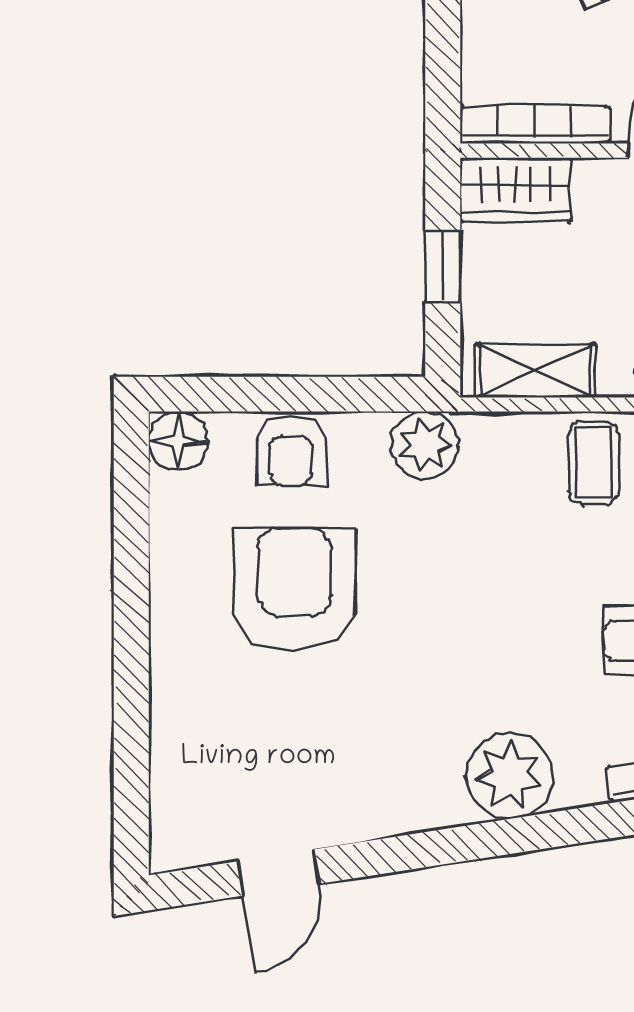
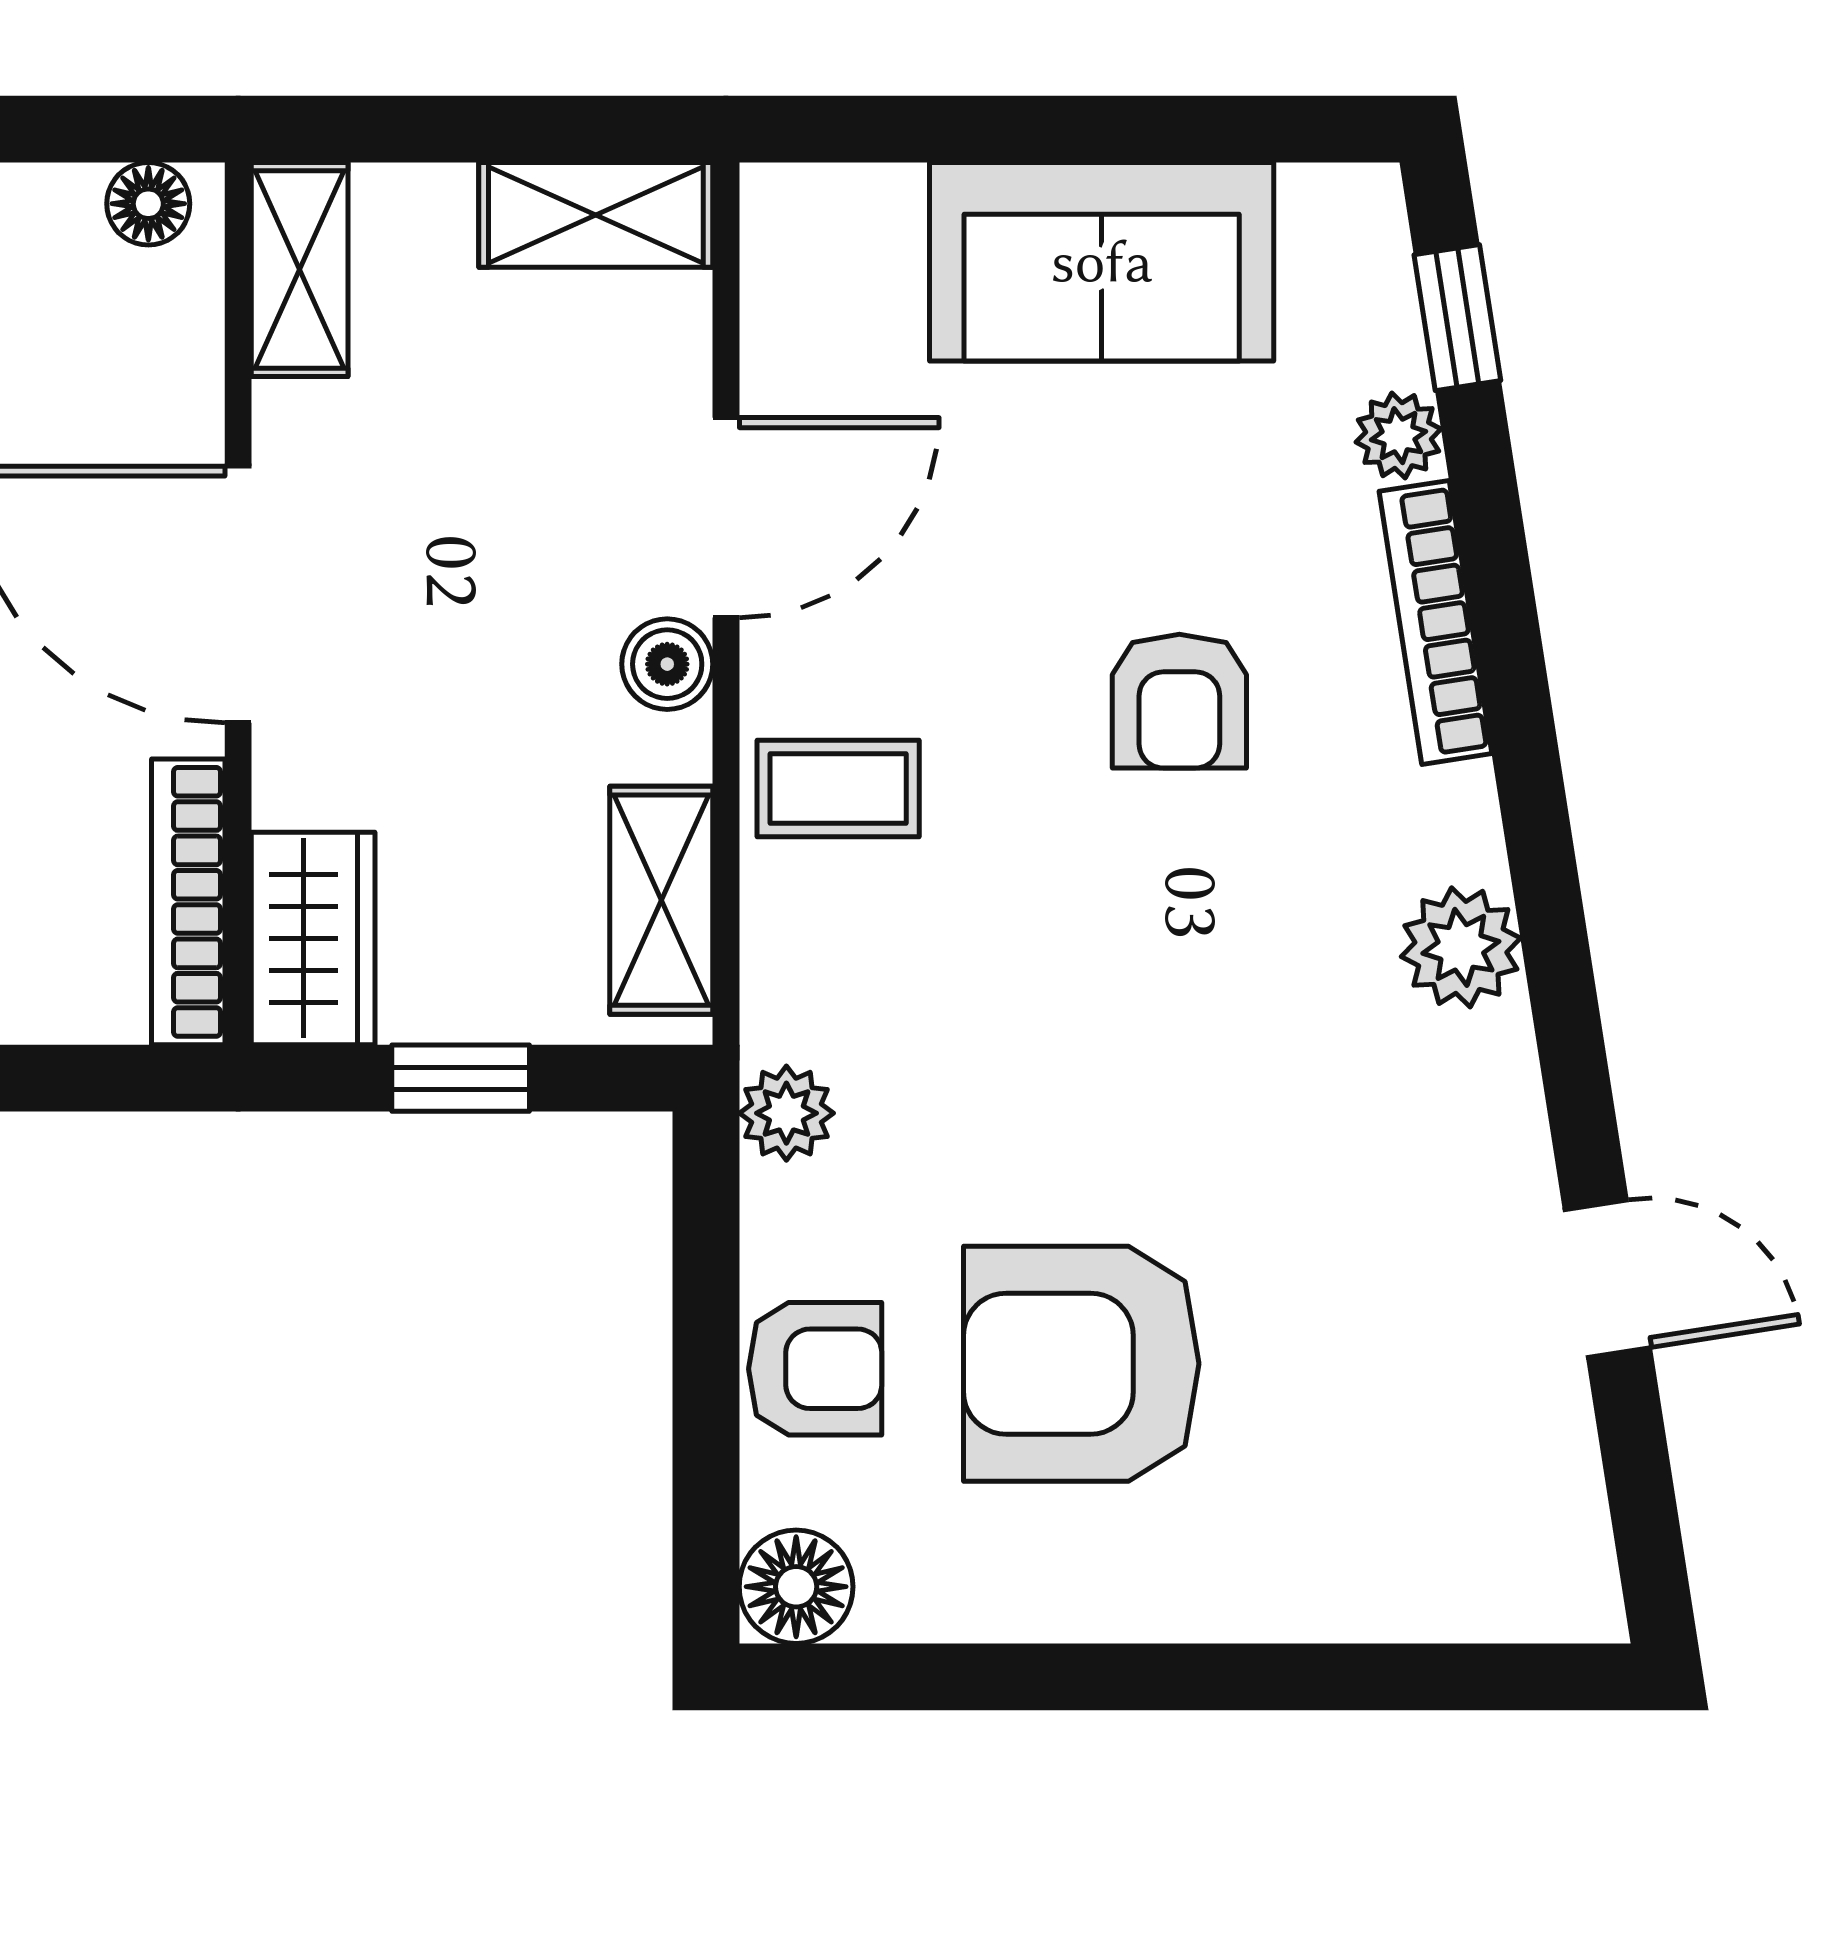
plant: (425, 445) -> (786, 1113), width x0.73, depth x0.73
plant: (509, 776) -> (1461, 947), width x0.73, depth x0.73
door: (278, 873) -> (1607, 1279), moved

